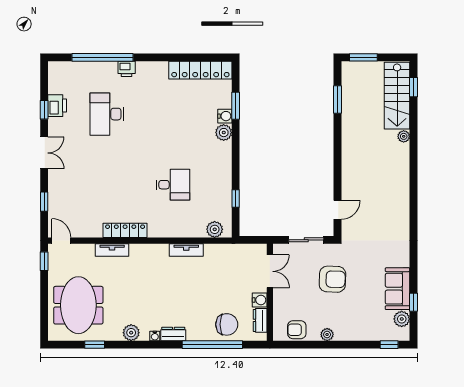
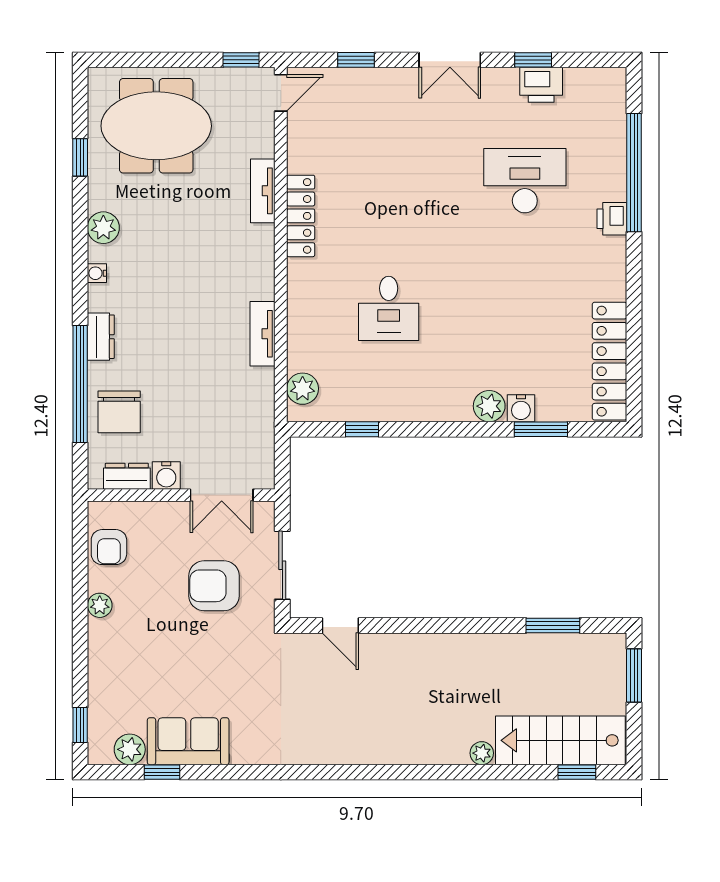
armchair: (332, 279) -> (214, 586), moved, turned 88
armchair: (297, 330) -> (109, 547), turned 180
dresser: (173, 334) -> (101, 337), moved

